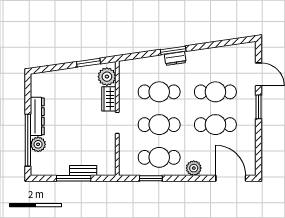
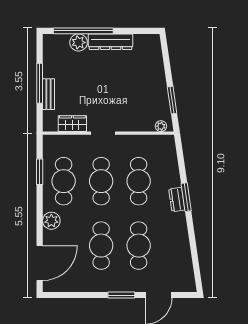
plant: (107, 77) -> (161, 126), width x0.53, depth x0.53
wardrobe: (109, 99) -> (72, 124), moved

